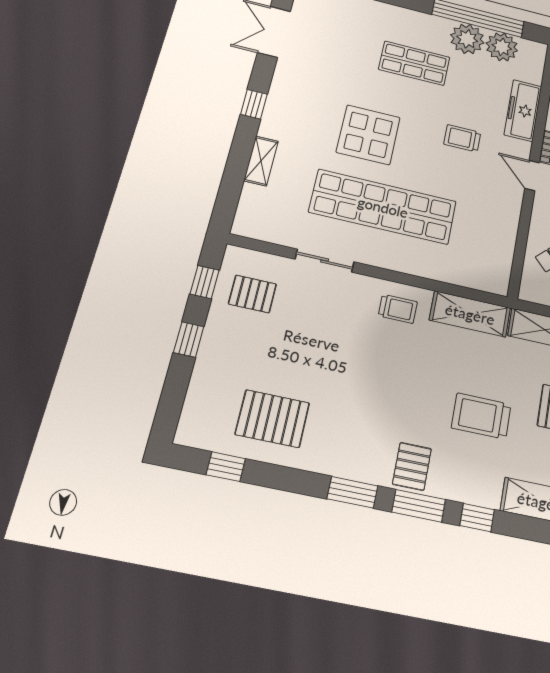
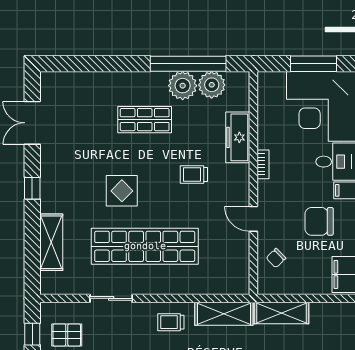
display table: (368, 135) -> (122, 191), width x0.73, depth x0.73
shelving: (261, 161) -> (51, 242), width x1.50, depth x1.33
door: (532, 176) -> (253, 219), moved
trolley: (398, 309) -> (171, 322), turned 180

